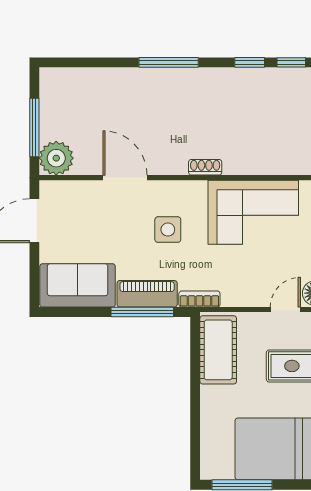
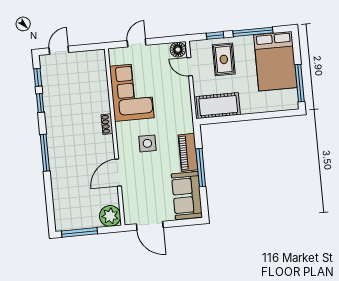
window: (34, 128) -> (80, 232), moved
bookcase: (199, 299) -> (188, 120), removed
window: (142, 312) -> (201, 168), moved

